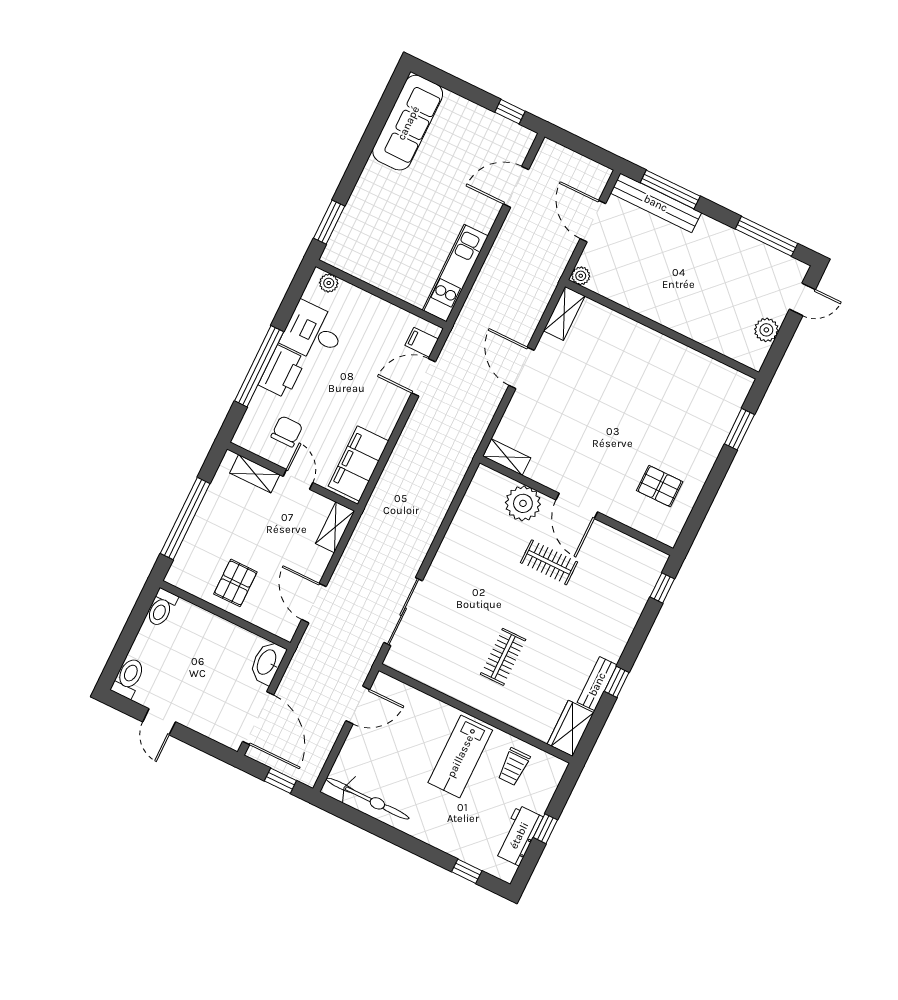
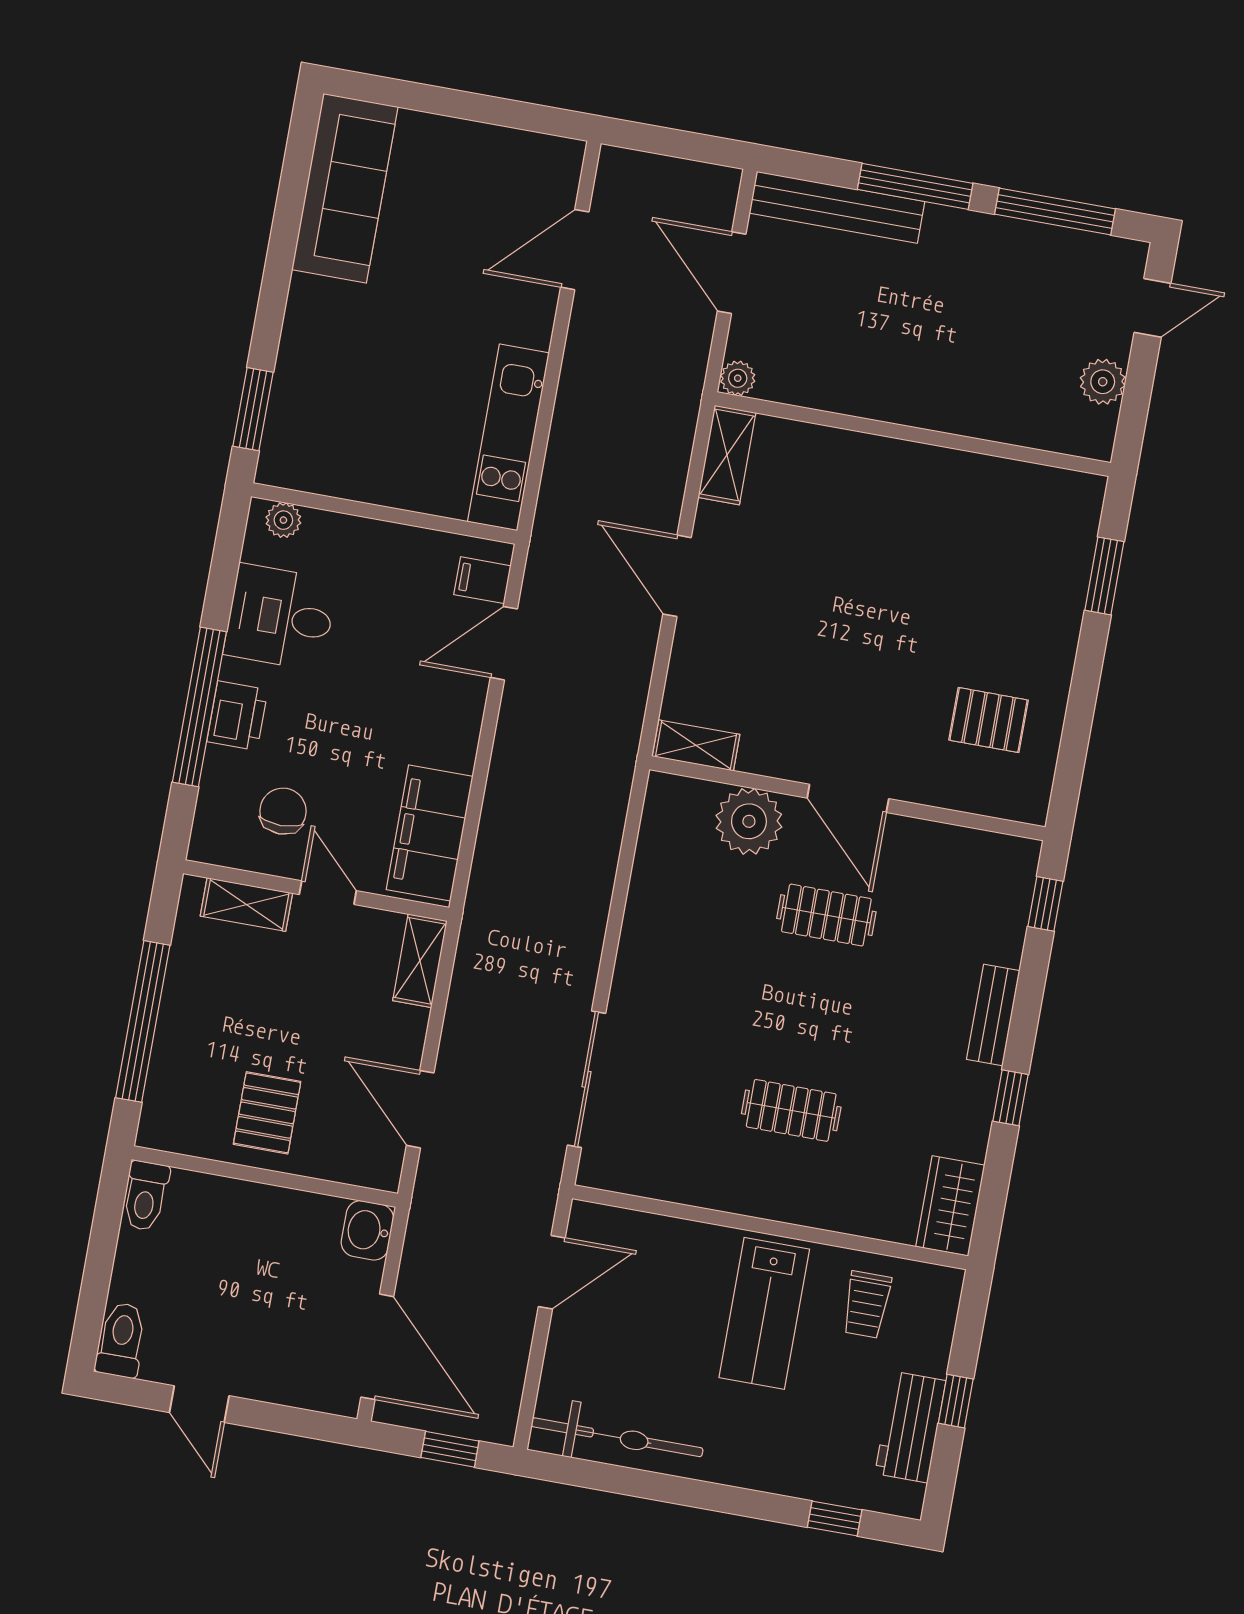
window: (510, 112) -> (525, 116), removed
window: (670, 189) -> (915, 186), moved
printer: (282, 372) -> (237, 716), width x0.73, depth x0.84
clothes rail: (503, 657) -> (791, 1110), turned 90
washbasin: (267, 662) -> (367, 1230), width x0.72
bench: (597, 684) -> (993, 1015), moved

